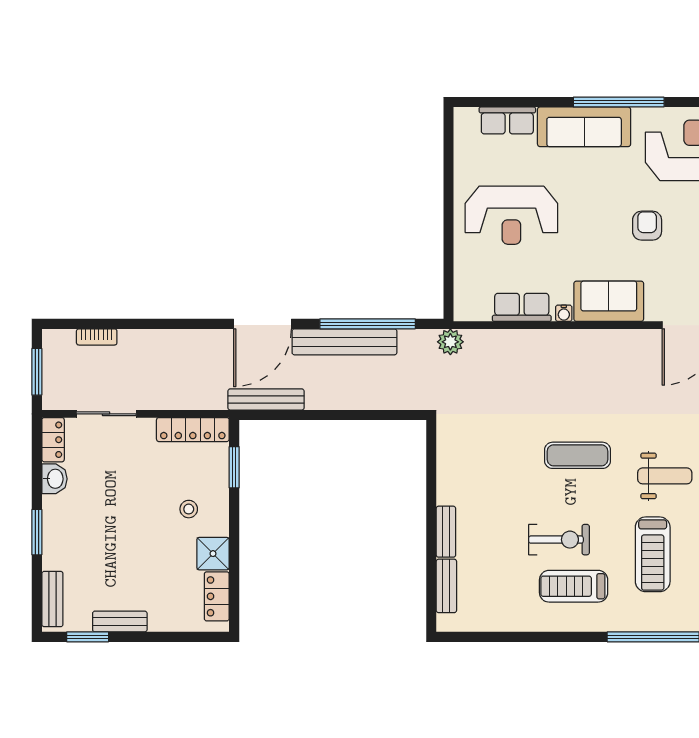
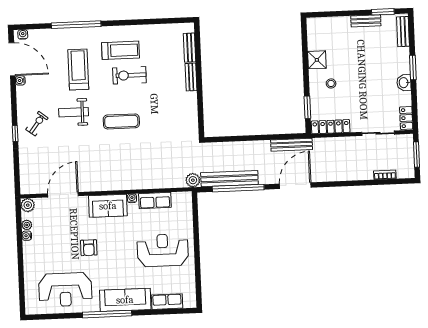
bench: (344, 342) -> (229, 179), moved
washbasin: (54, 479) -> (404, 83), moved
locker: (217, 596) -> (314, 37), removed

